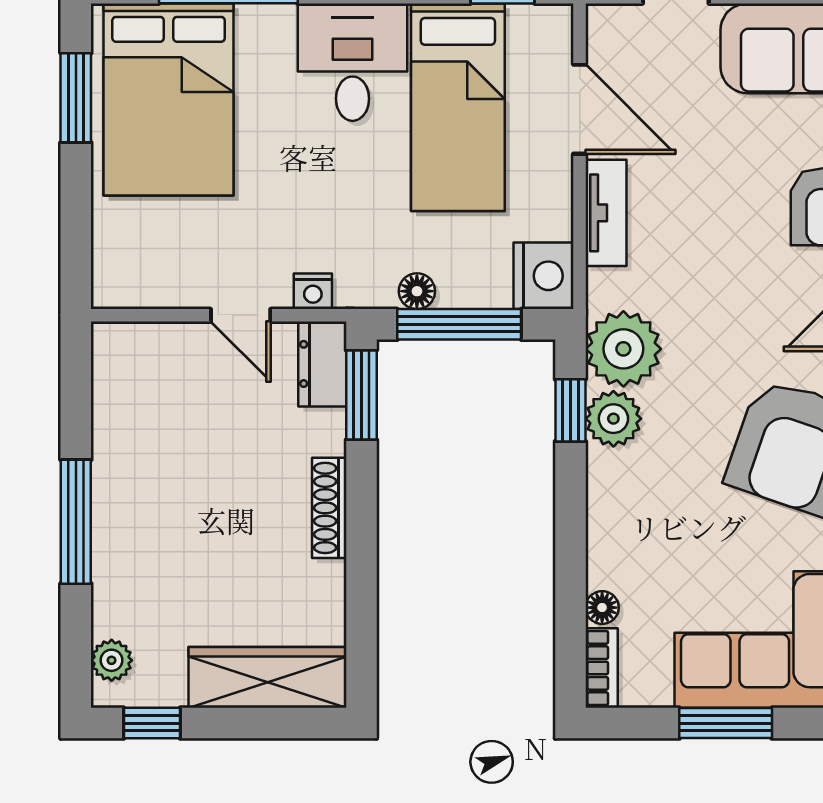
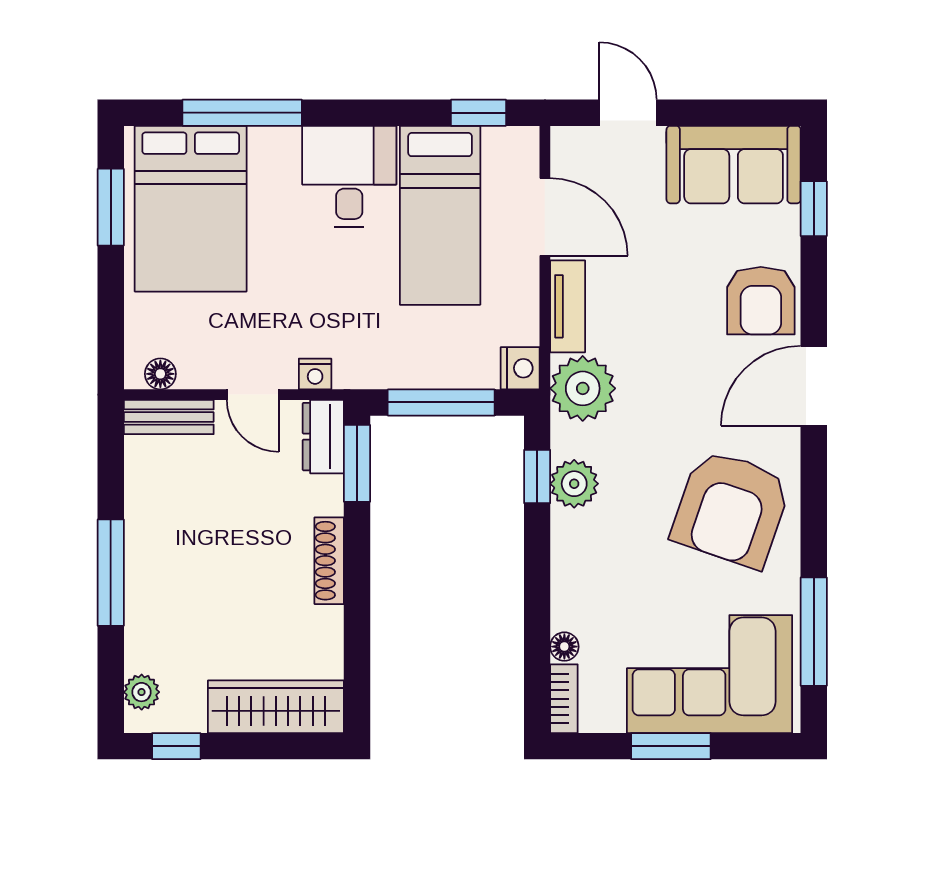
nightstand: (544, 276) -> (520, 368), width x0.74, depth x0.75
floor lamp: (417, 291) -> (160, 374), moved
bench: (143, 341) -> (169, 417), added
plant: (623, 349) -> (583, 388), moved

